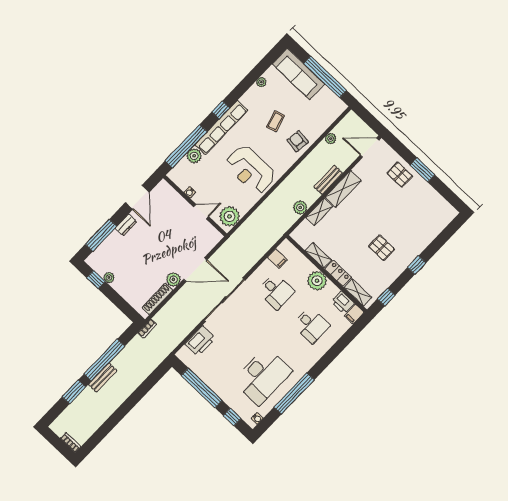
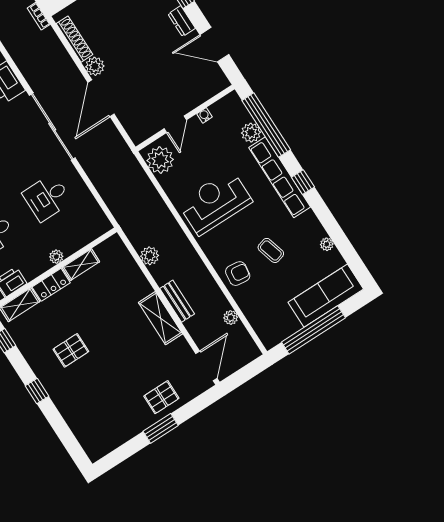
shelving: (319, 212) -> (138, 279), removed
filing cabinet: (277, 259) -> (89, 210), removed
plant: (317, 281) -> (56, 257), width x0.53, depth x0.53

